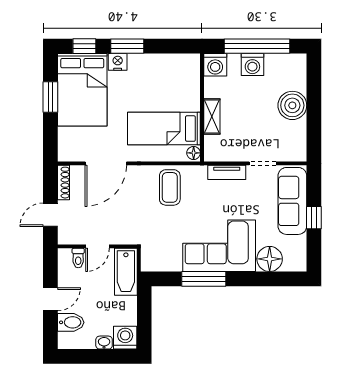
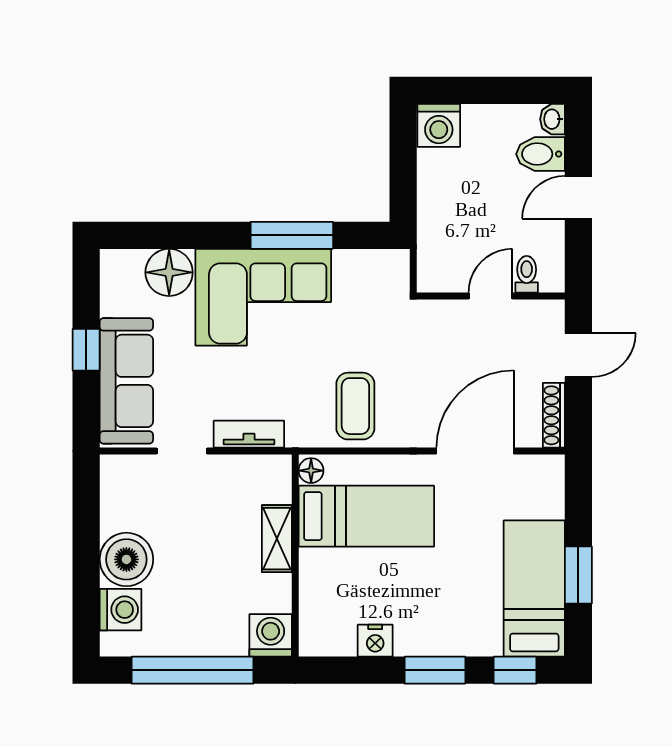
nightstand: (118, 62) -> (375, 641), moved
washing machine: (252, 64) -> (120, 610), moved, turned 90
bed: (82, 90) -> (534, 589), width x0.67
bathtub: (126, 272) -> (437, 248), removed
washbasin: (104, 343) -> (553, 119), moved, turned 90

